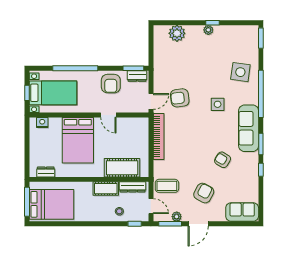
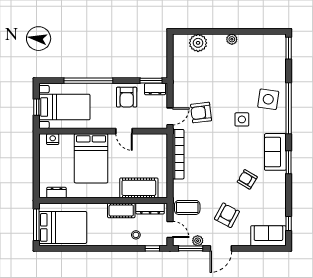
window: (212, 23) -> (236, 31), removed
side table: (240, 72) -> (268, 99), moved
sofa: (249, 128) -> (275, 152), width x0.73
window: (261, 170) -> (289, 224), moved

